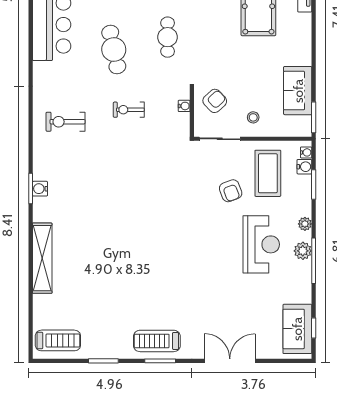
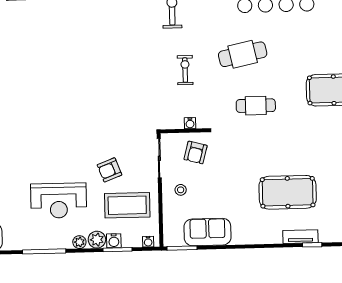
armchair: (215, 101) -> (196, 152), turned 58
water cooler: (304, 167) -> (114, 241), moved
plant: (303, 251) -> (97, 240), moved

